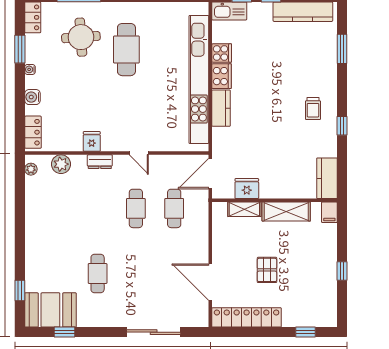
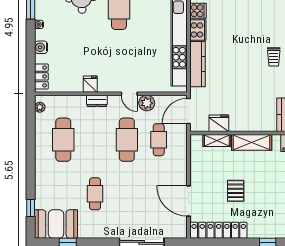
kitchen counter: (221, 108) -> (198, 64), width x1.50
plant: (61, 164) -> (147, 103), moved
cafe table: (59, 208) -> (63, 140), added
cafe table: (136, 208) -> (127, 140), width x1.37, depth x1.35

